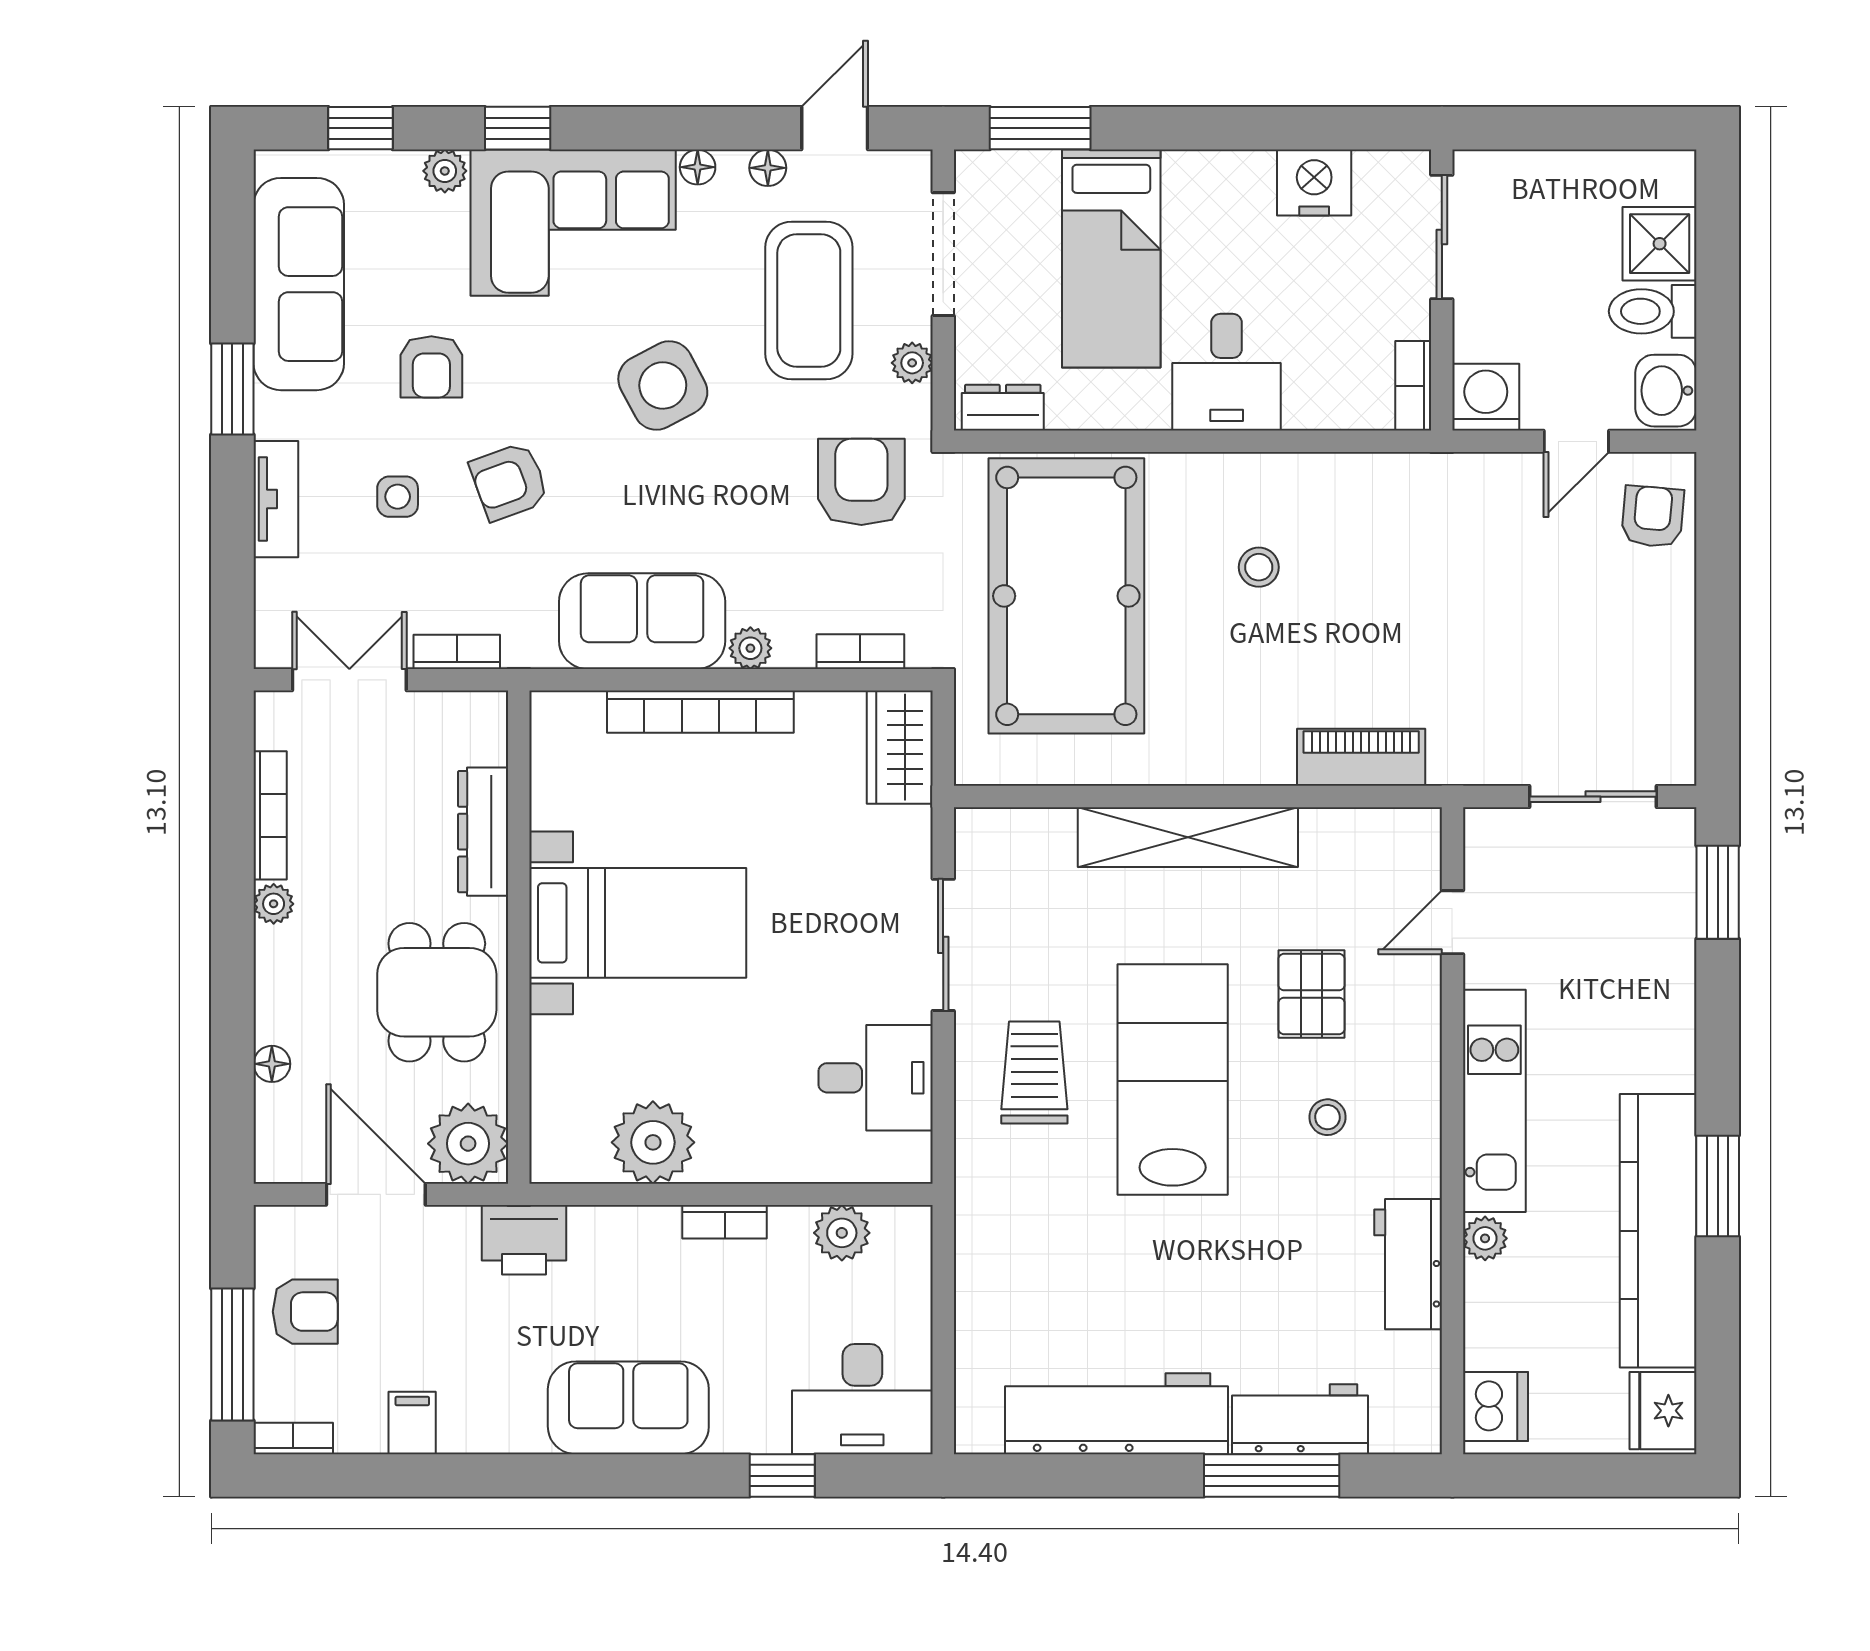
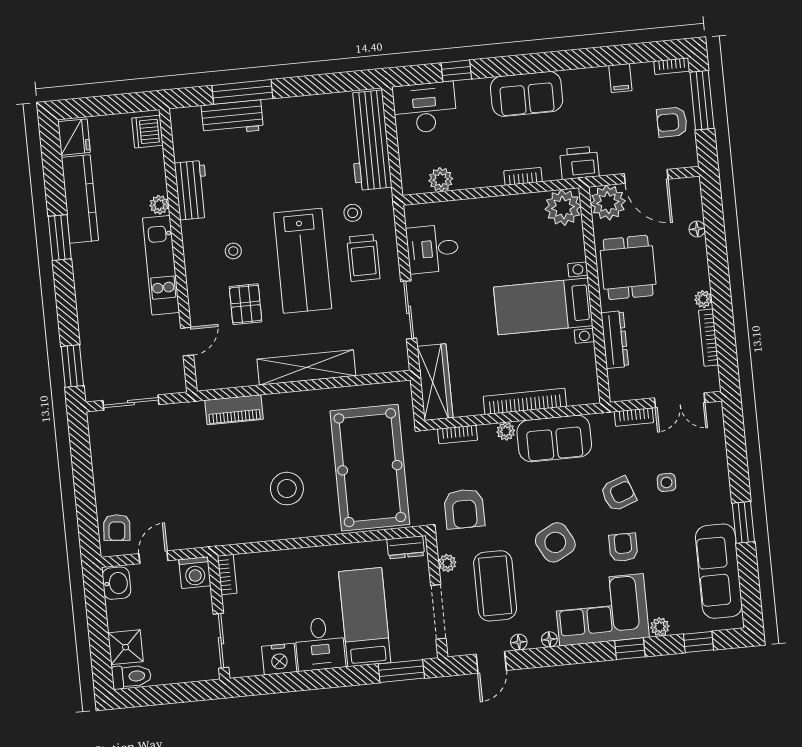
toilet: (1653, 311) -> (131, 676), moved
armchair: (431, 367) -> (623, 547), moved
desk: (1227, 372) -> (320, 644), moved, turned 180
tv unit: (276, 499) -> (720, 476), removed
stool: (1259, 567) -> (287, 489), width x1.89, depth x1.89
wardrobe: (900, 747) -> (435, 382), width x1.50
plant: (653, 1142) -> (563, 208), moved
stool: (1049, 1177) -> (353, 213), added
bookcase: (725, 1222) -> (523, 176), moved
kitchen counter: (1658, 1231) -> (80, 199), width x0.72, depth x0.86
workbench: (1117, 1414) -> (369, 140), moved, turned 90

